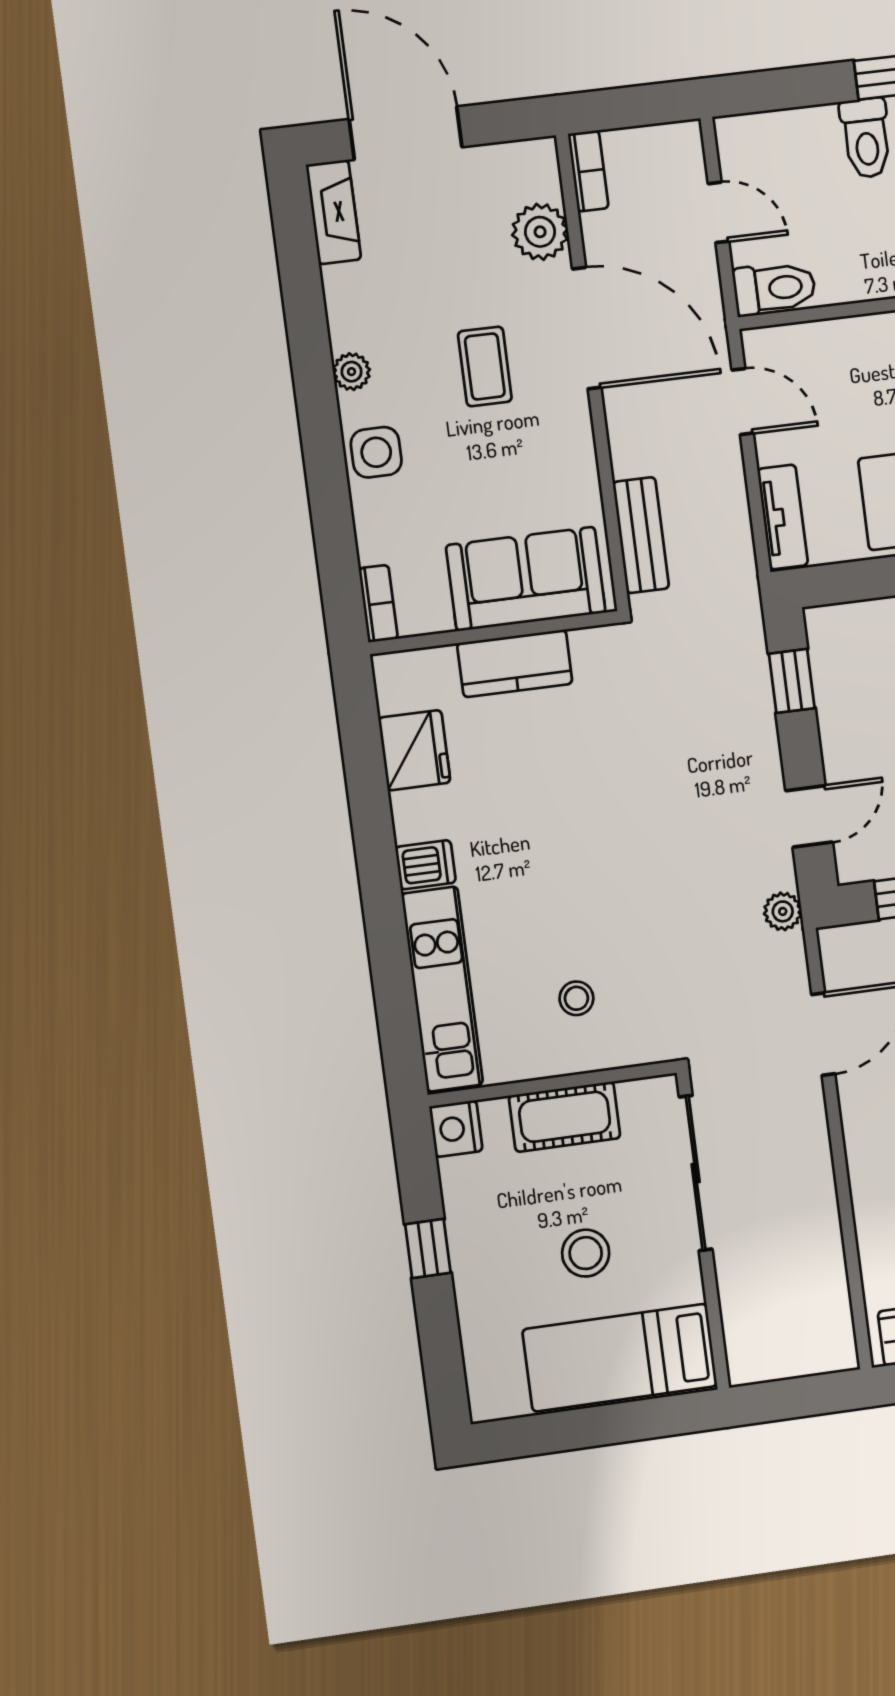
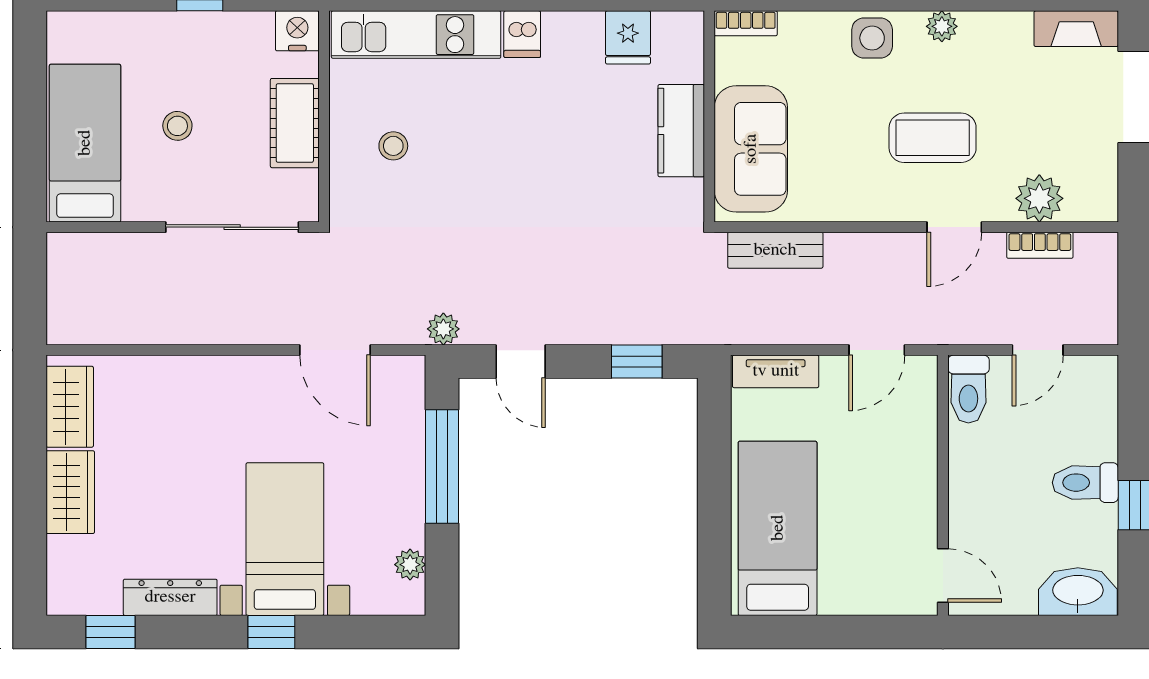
bookcase: (588, 171) -> (1040, 245), moved
door: (587, 328) -> (954, 227), width x0.53
coffee table: (485, 366) -> (933, 138), width x1.36, depth x1.30
fridge: (414, 750) -> (628, 37), width x0.72
stool: (586, 1253) -> (177, 126), width x0.73, depth x0.73

